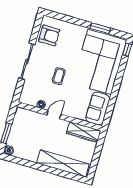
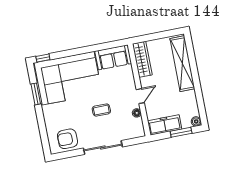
armchair: (49, 35) -> (67, 139), turned -90
door: (54, 115) -> (140, 96), swing flipped
freezer: (19, 123) -> (165, 125), added

